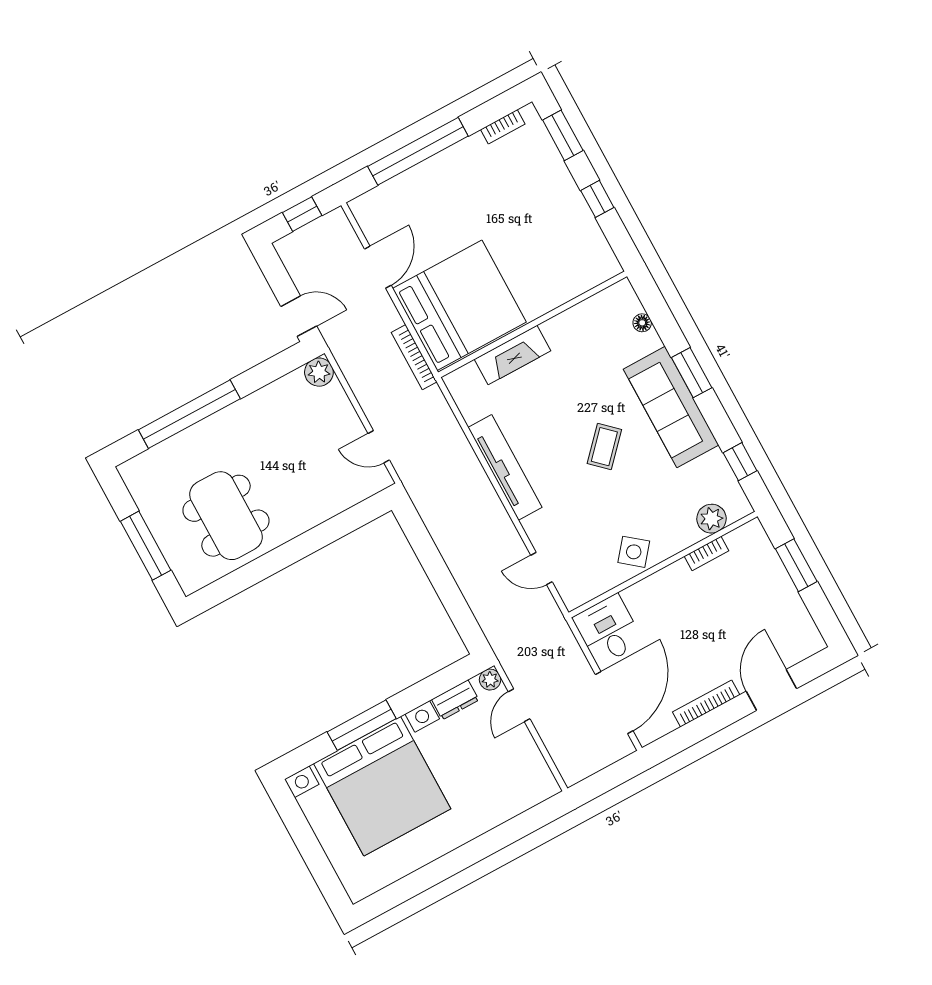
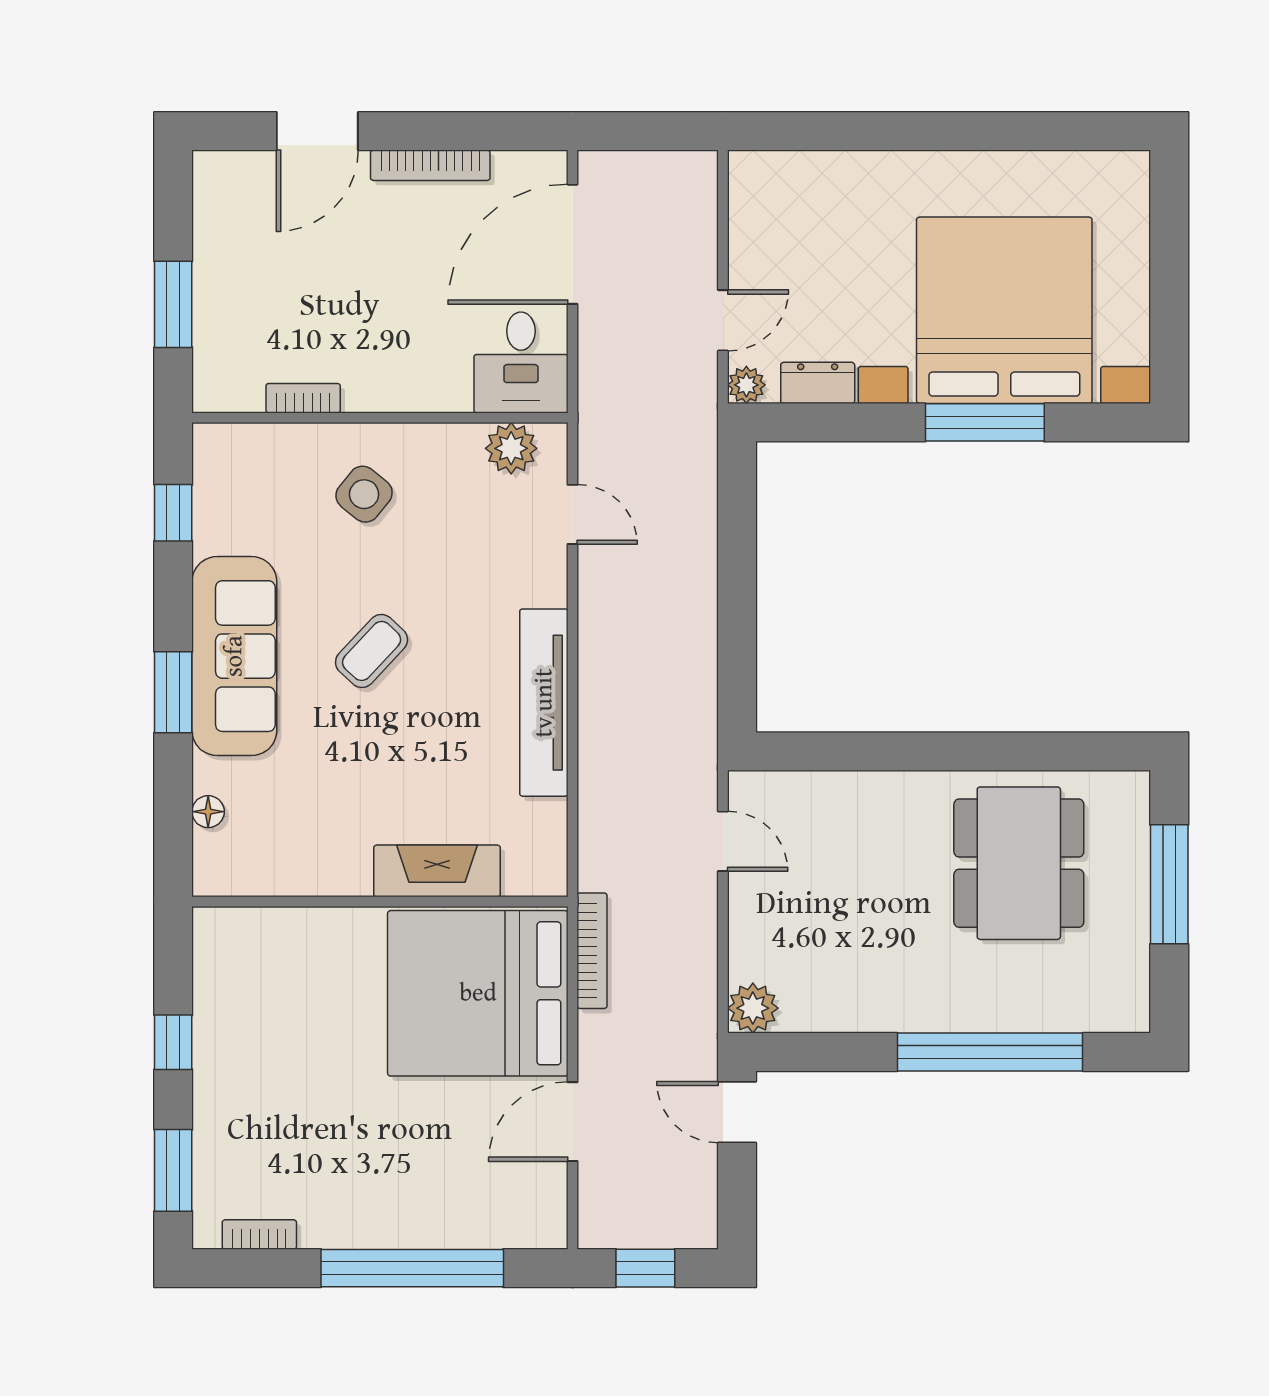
plant: (711, 519) -> (511, 448), moved
side table: (634, 552) -> (364, 494), moved

